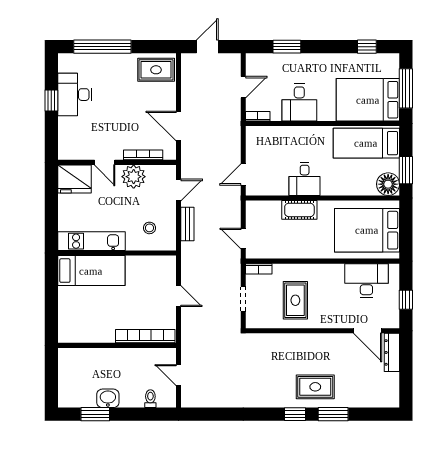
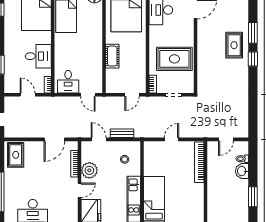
desk: (305, 179) -> (68, 82), moved, turned 90
rug: (295, 300) -> (174, 59), width x1.36, depth x1.43
washbasin: (108, 398) -> (242, 171), moved

